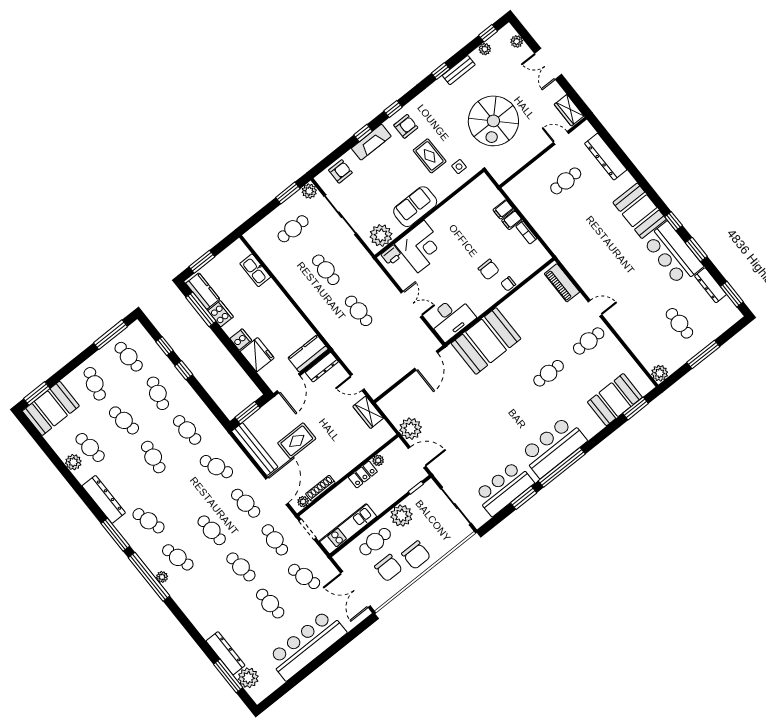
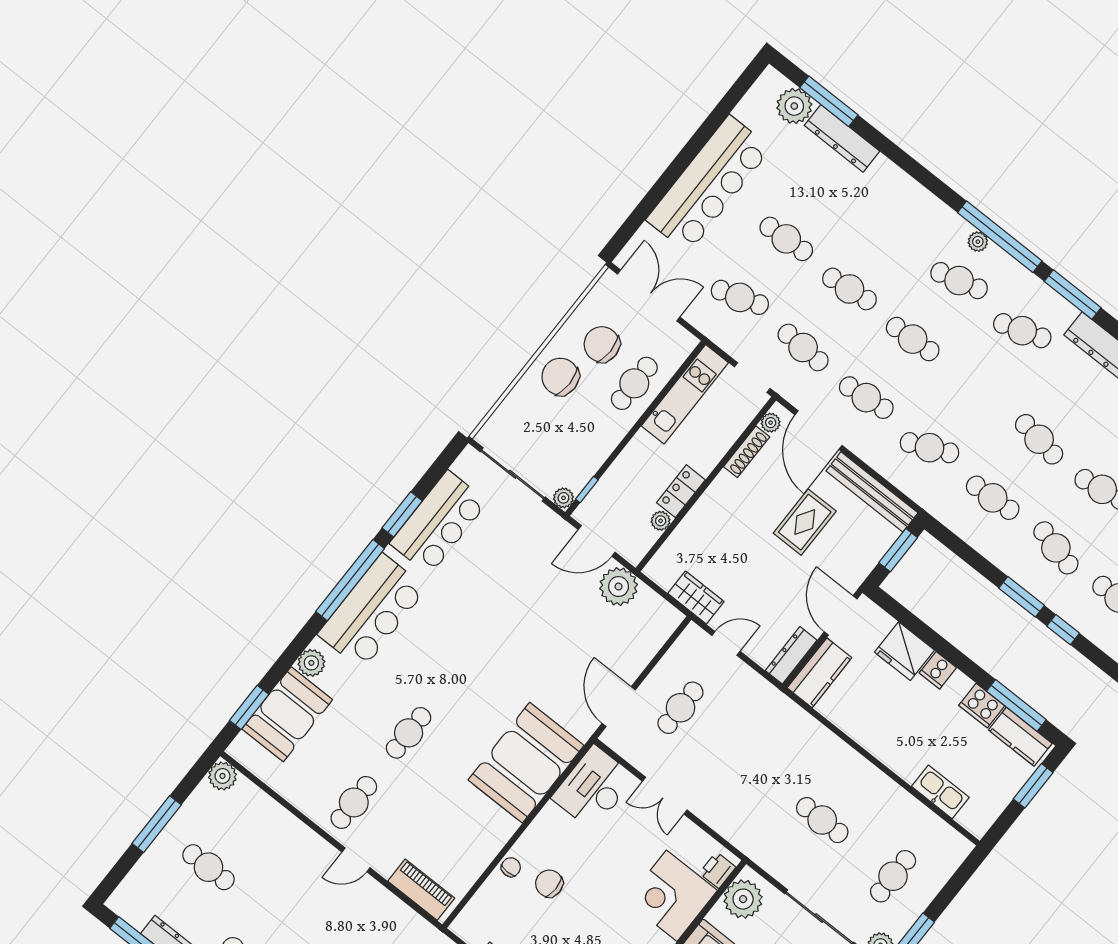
cafe table: (359, 311) -> (680, 708), moved, turned 90
window: (184, 370) -> (1022, 597), width x1.50
plant: (594, 426) -> (311, 663), added
plant: (401, 516) -> (563, 498), moved, width x0.53, depth x0.53

